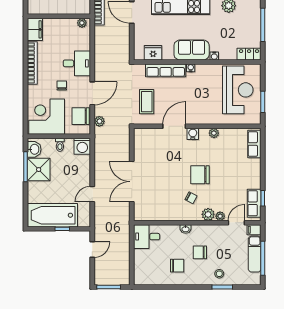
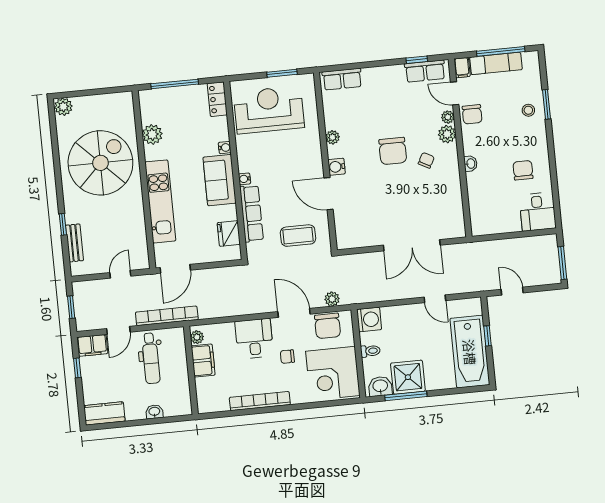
filing cabinet: (35, 29) -> (203, 361), moved, turned 90
desk: (147, 237) -> (538, 212), moved
chair: (200, 252) -> (472, 114), moved

